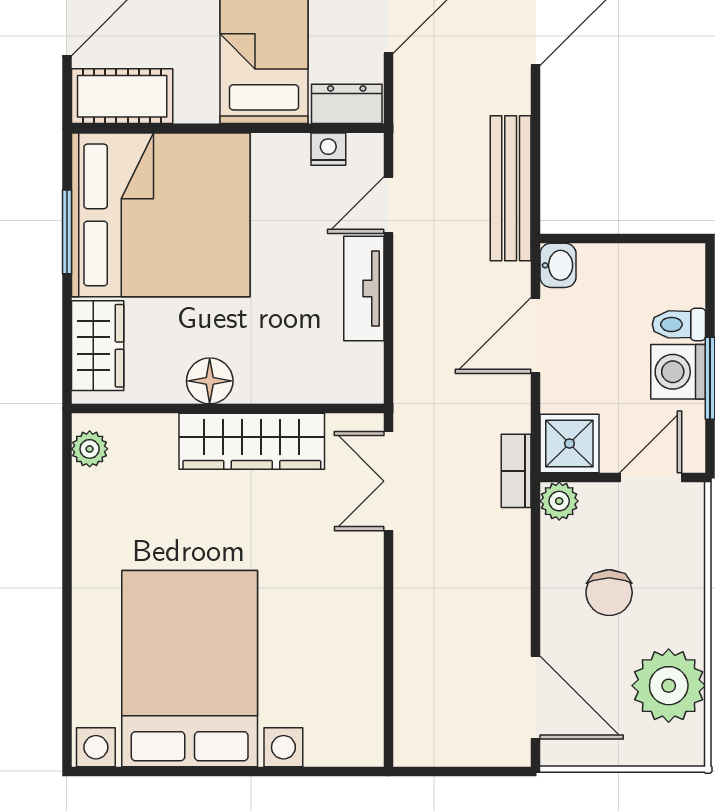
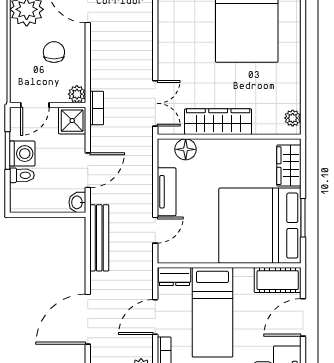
nightstand: (328, 149) -> (183, 256), removed
floor lamp: (210, 381) -> (186, 149), moved

